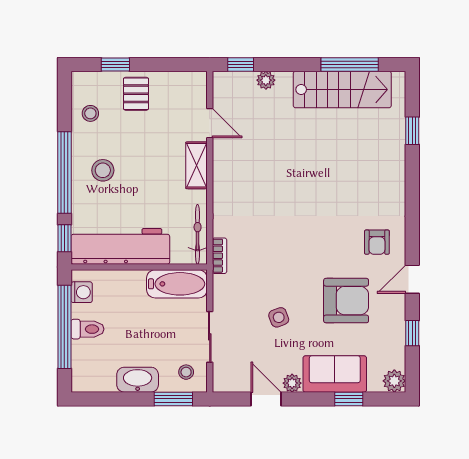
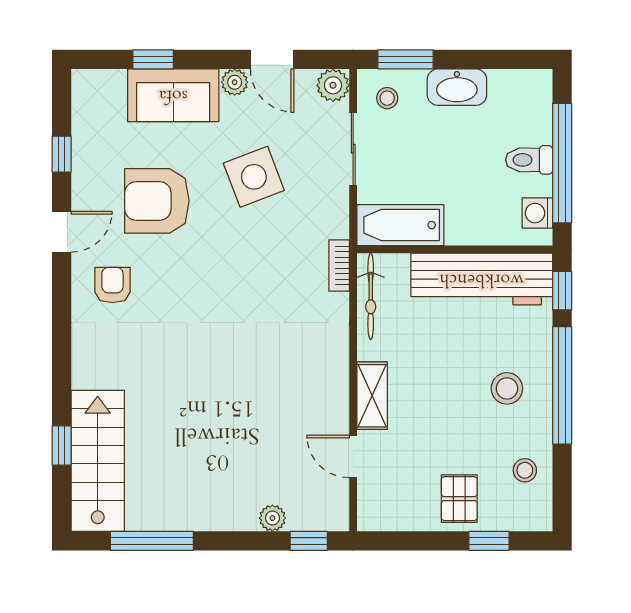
stairs: (342, 89) -> (98, 461), moved, turned 90
side table: (279, 317) -> (254, 177), width x1.87, depth x1.87
plant: (394, 381) -> (333, 85), moved

